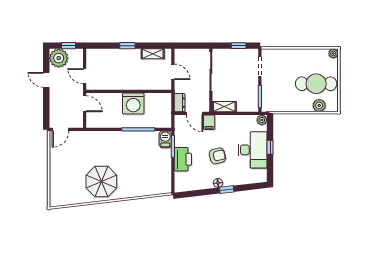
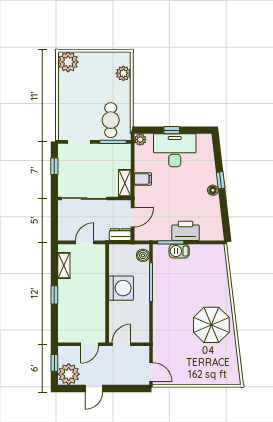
plant: (333, 53) -> (68, 62), width x1.87, depth x1.87
cafe table: (316, 84) -> (111, 120), moved, width x0.73, depth x0.74
boiler: (162, 122) -> (143, 255), added
filing cabinet: (209, 122) -> (143, 179), moved
barbecue: (165, 139) -> (179, 251), moved
armchair: (217, 156) -> (182, 191), removed

